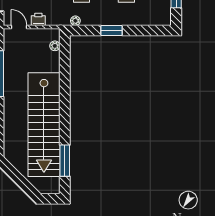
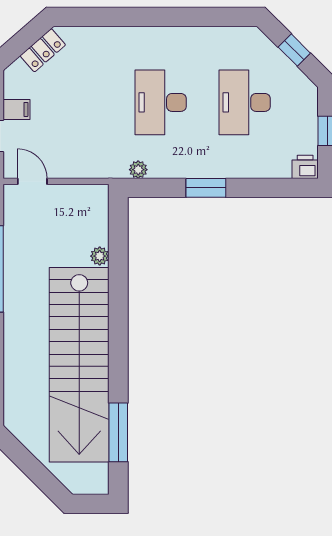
printer: (38, 19) -> (305, 167), moved
plant: (55, 46) -> (100, 256), moved

